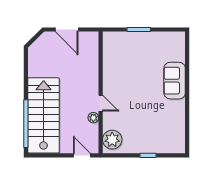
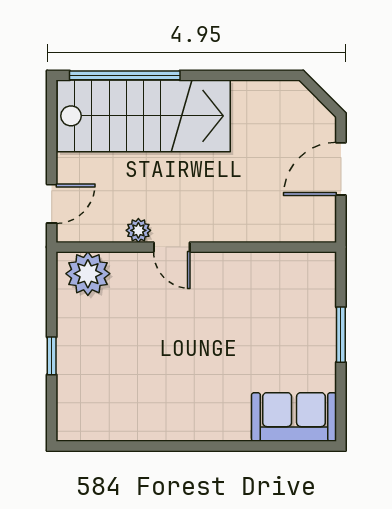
sofa: (175, 81) -> (294, 417), moved
door: (101, 103) -> (172, 247), hinge flipped

